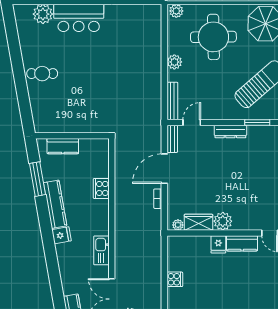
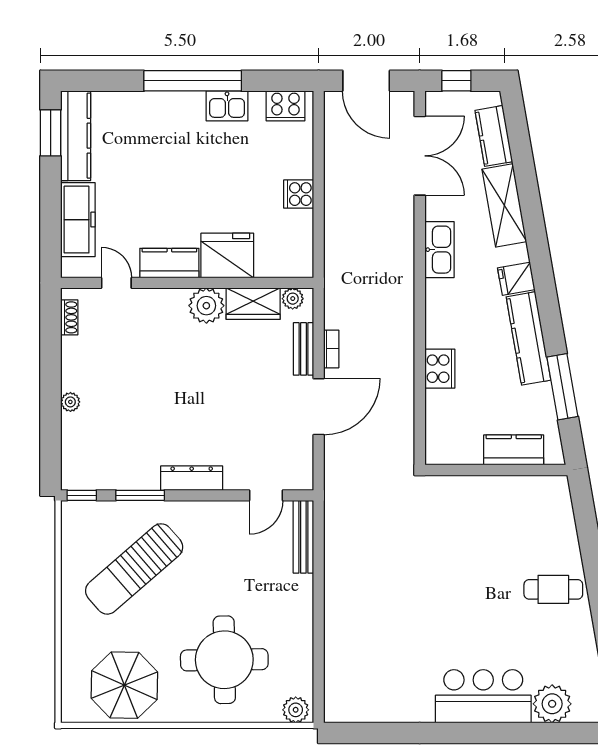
plant: (174, 62) -> (299, 612), removed
bench: (172, 139) -> (304, 349), moved
fridge: (218, 244) -> (227, 256), width x1.88, depth x1.34
shelving: (68, 273) -> (504, 205), added

